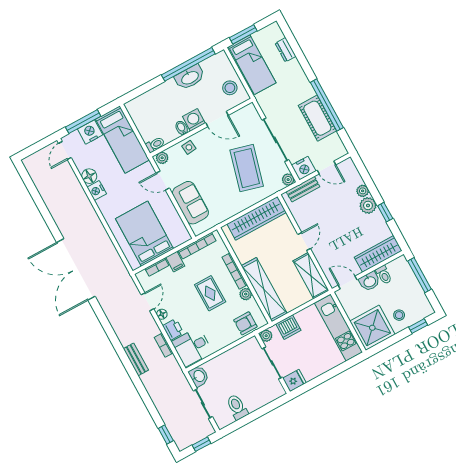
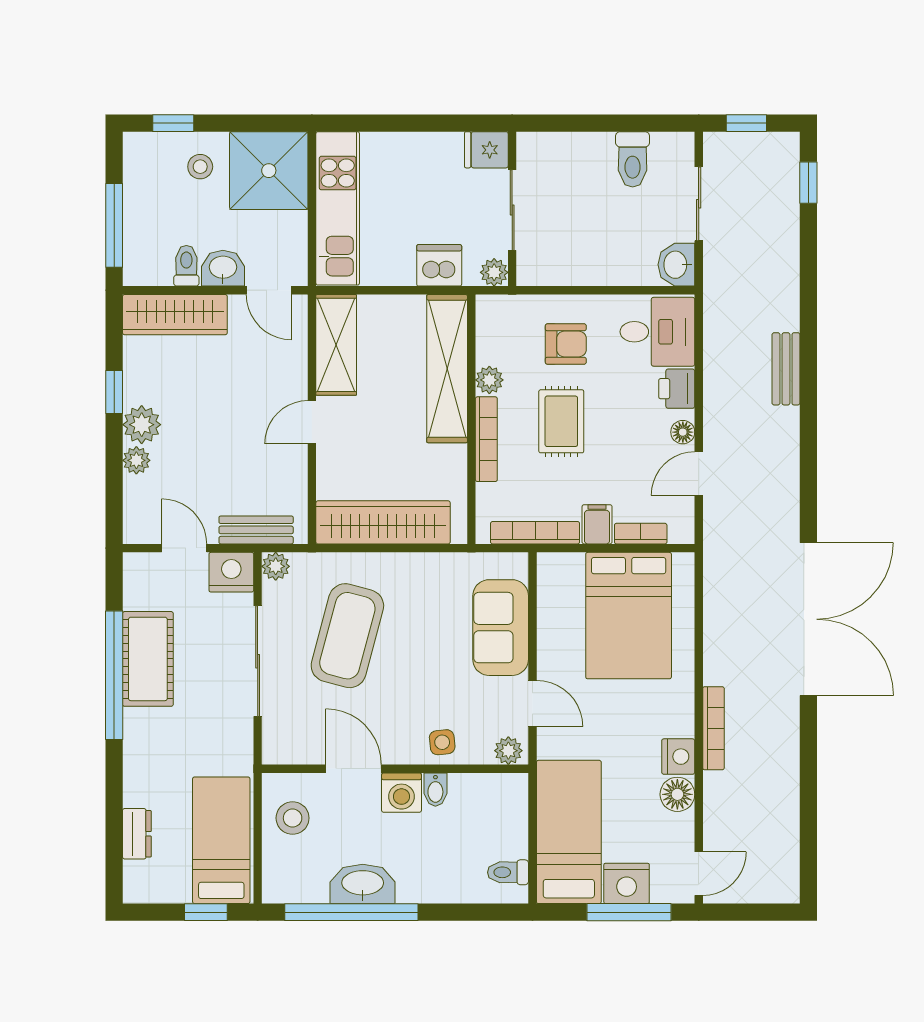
window: (243, 34) -> (206, 912), width x0.67
toilet: (155, 145) -> (508, 872), moved
armchair: (245, 323) -> (566, 344), moved
bookcase: (164, 345) -> (713, 728), moved, width x1.56

